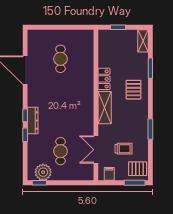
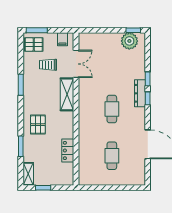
window: (118, 27) -> (43, 188), moved
locker: (104, 79) -> (68, 151), moved
shelving: (105, 108) -> (67, 94), moved
cafe table: (60, 151) -> (112, 109), moved

